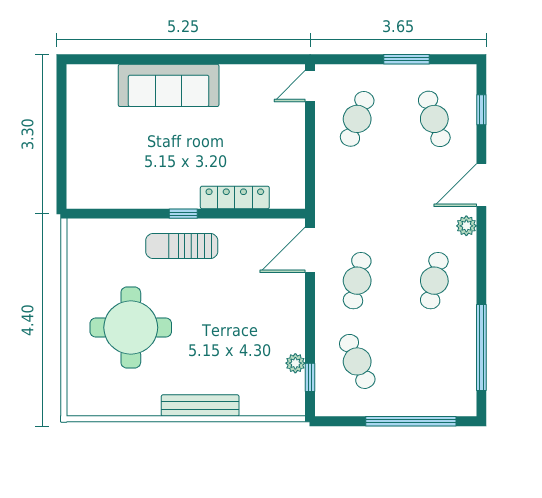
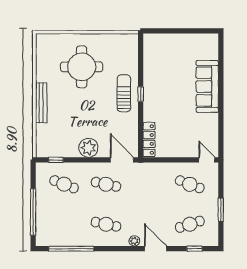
locker: (235, 197) -> (149, 140), moved
cafe table: (357, 361) -> (64, 184), turned 45
plant: (295, 363) -> (88, 148), moved, width x1.88, depth x1.88

